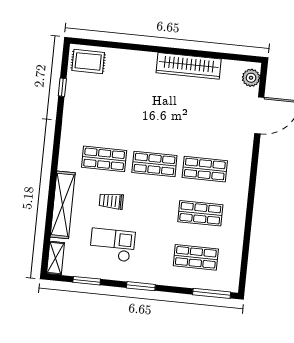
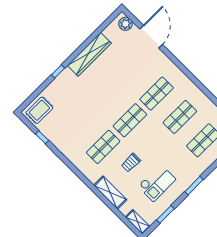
window: (144, 48) -> (58, 71), added
shelving: (63, 205) -> (110, 193), width x0.68
checkout: (112, 245) -> (157, 183), turned 180

